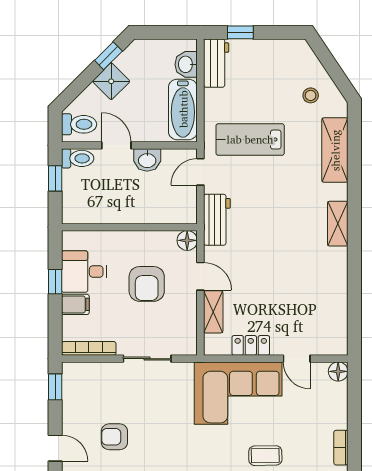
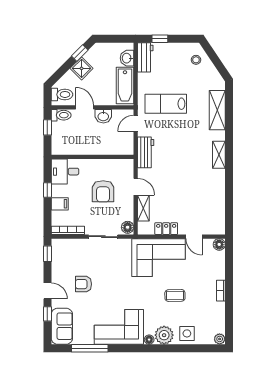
stool: (311, 95) -> (196, 60), moved
floor lamp: (187, 240) -> (128, 227), moved
desk: (84, 272) -> (65, 172), moved

